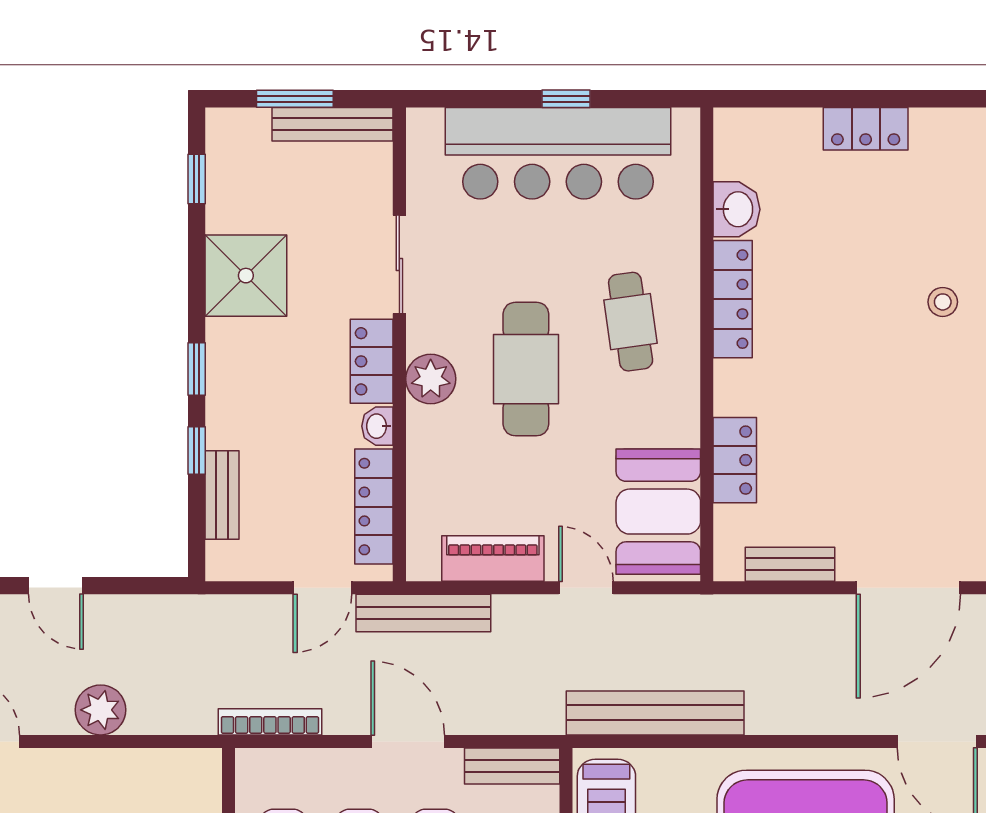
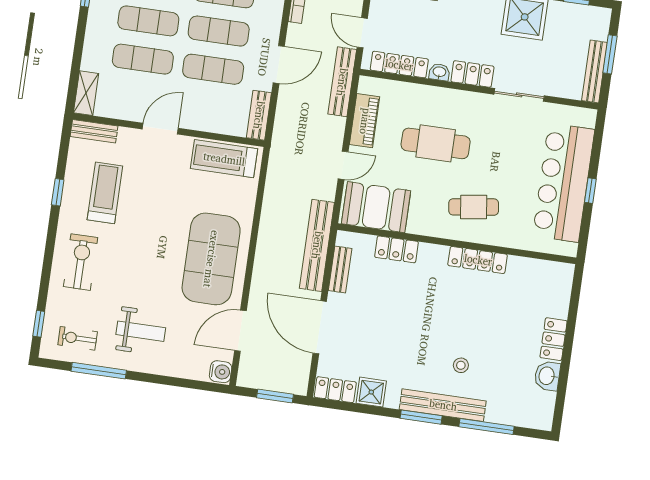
washbasin: (737, 209) -> (547, 376), moved, turned 90
cafe table: (526, 369) -> (436, 143), moved
plant: (431, 379) -> (459, 102), removed
bench: (655, 713) -> (317, 245), moved

